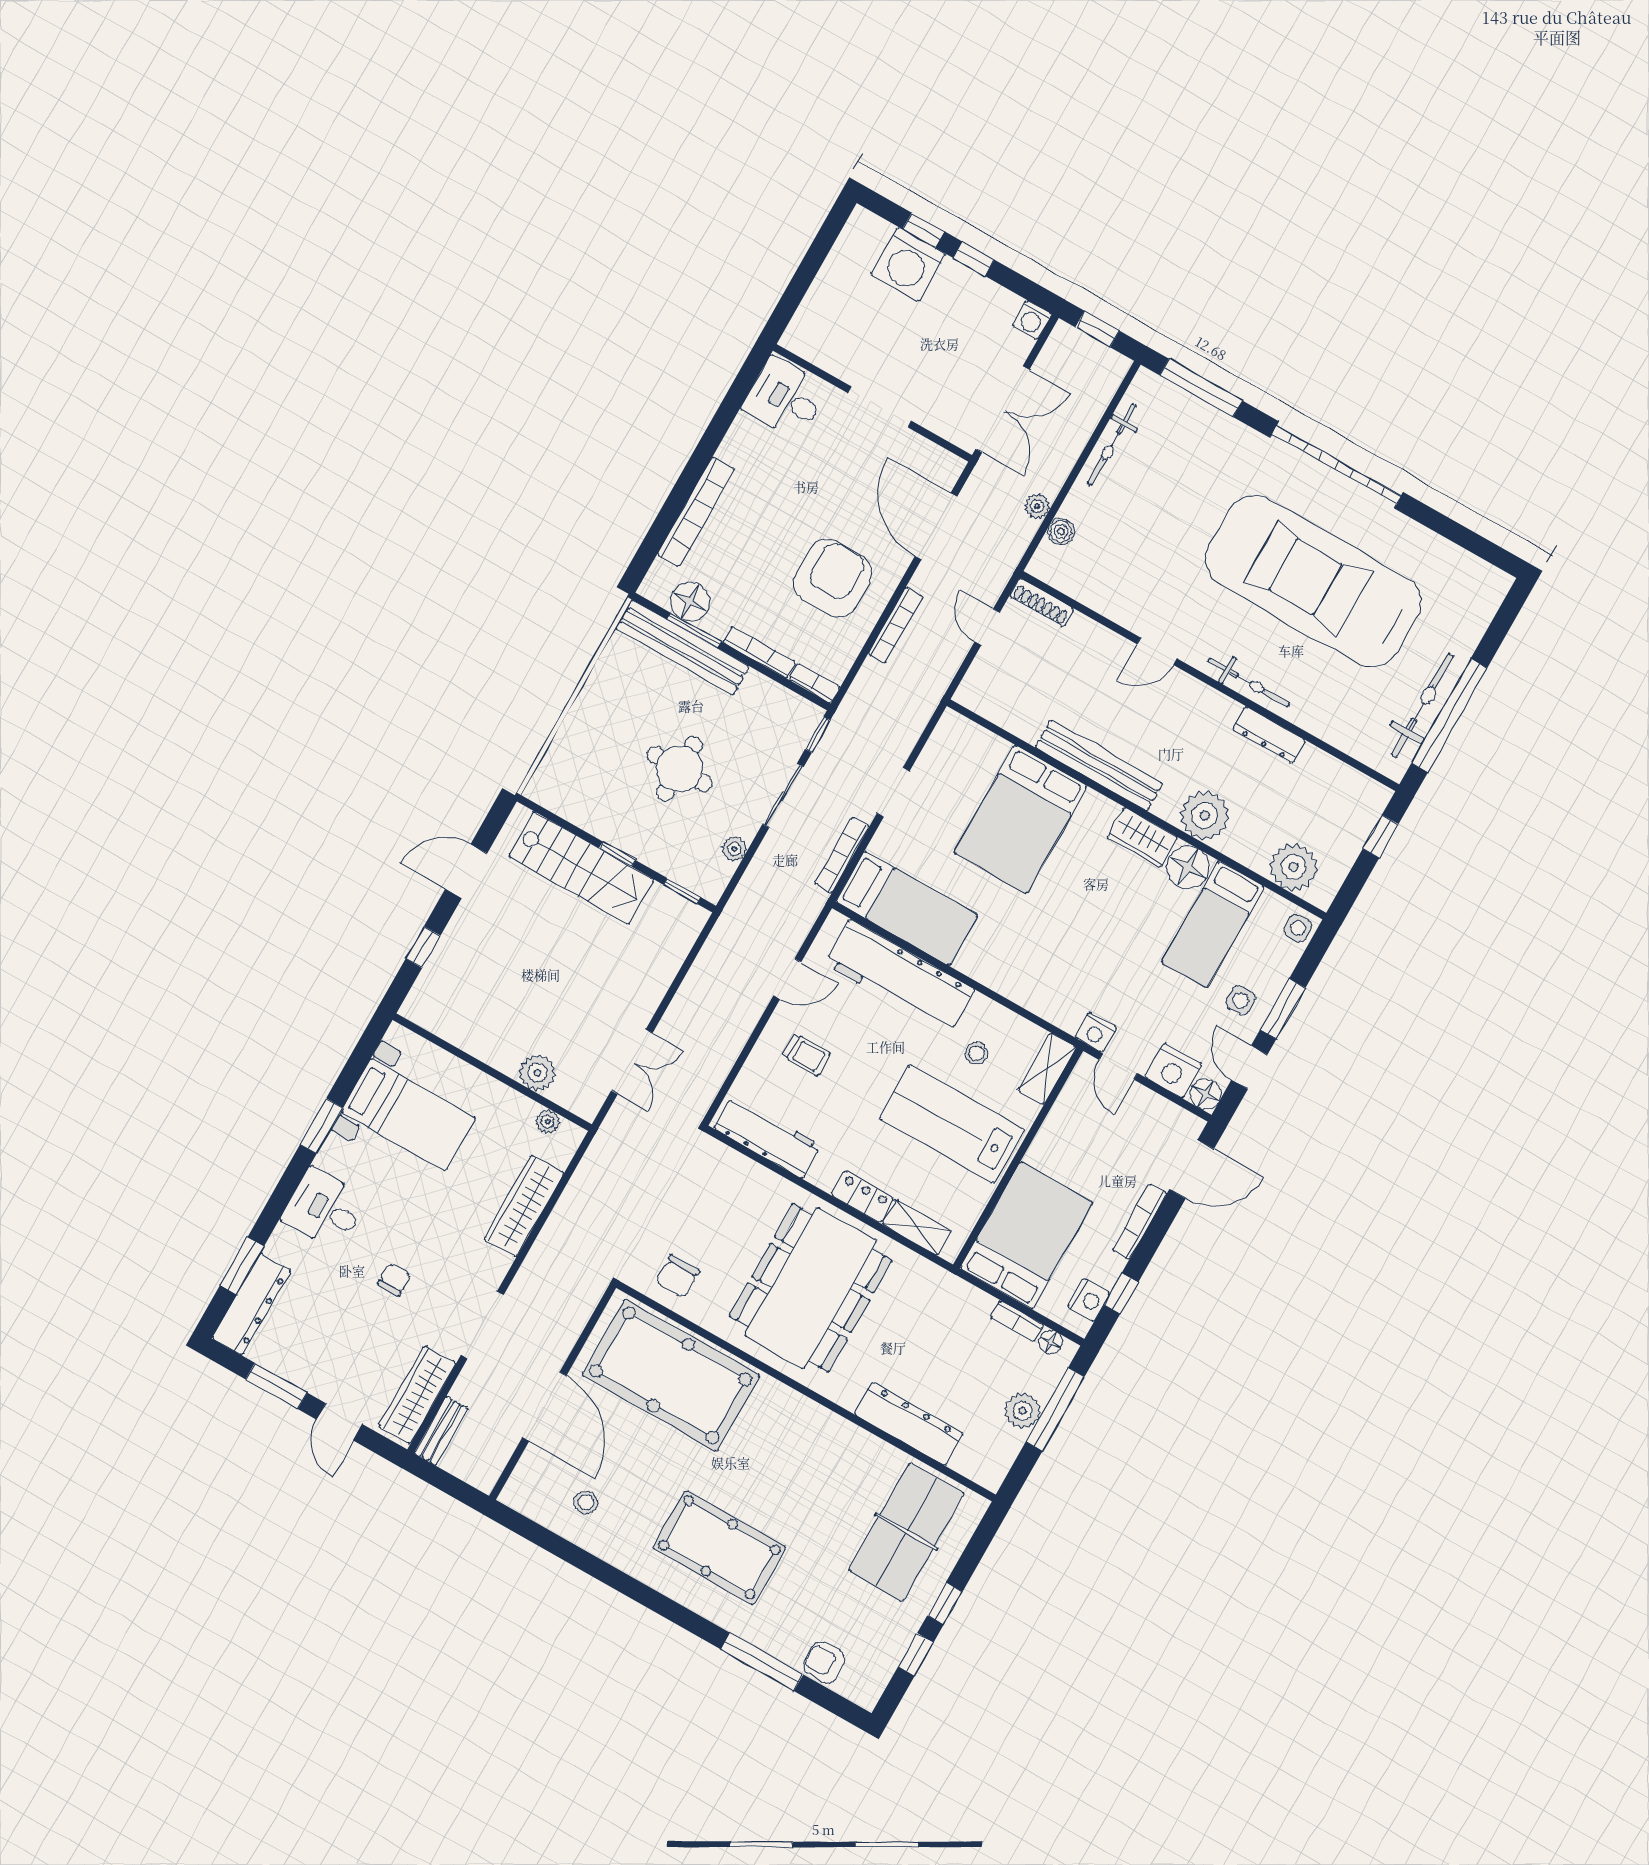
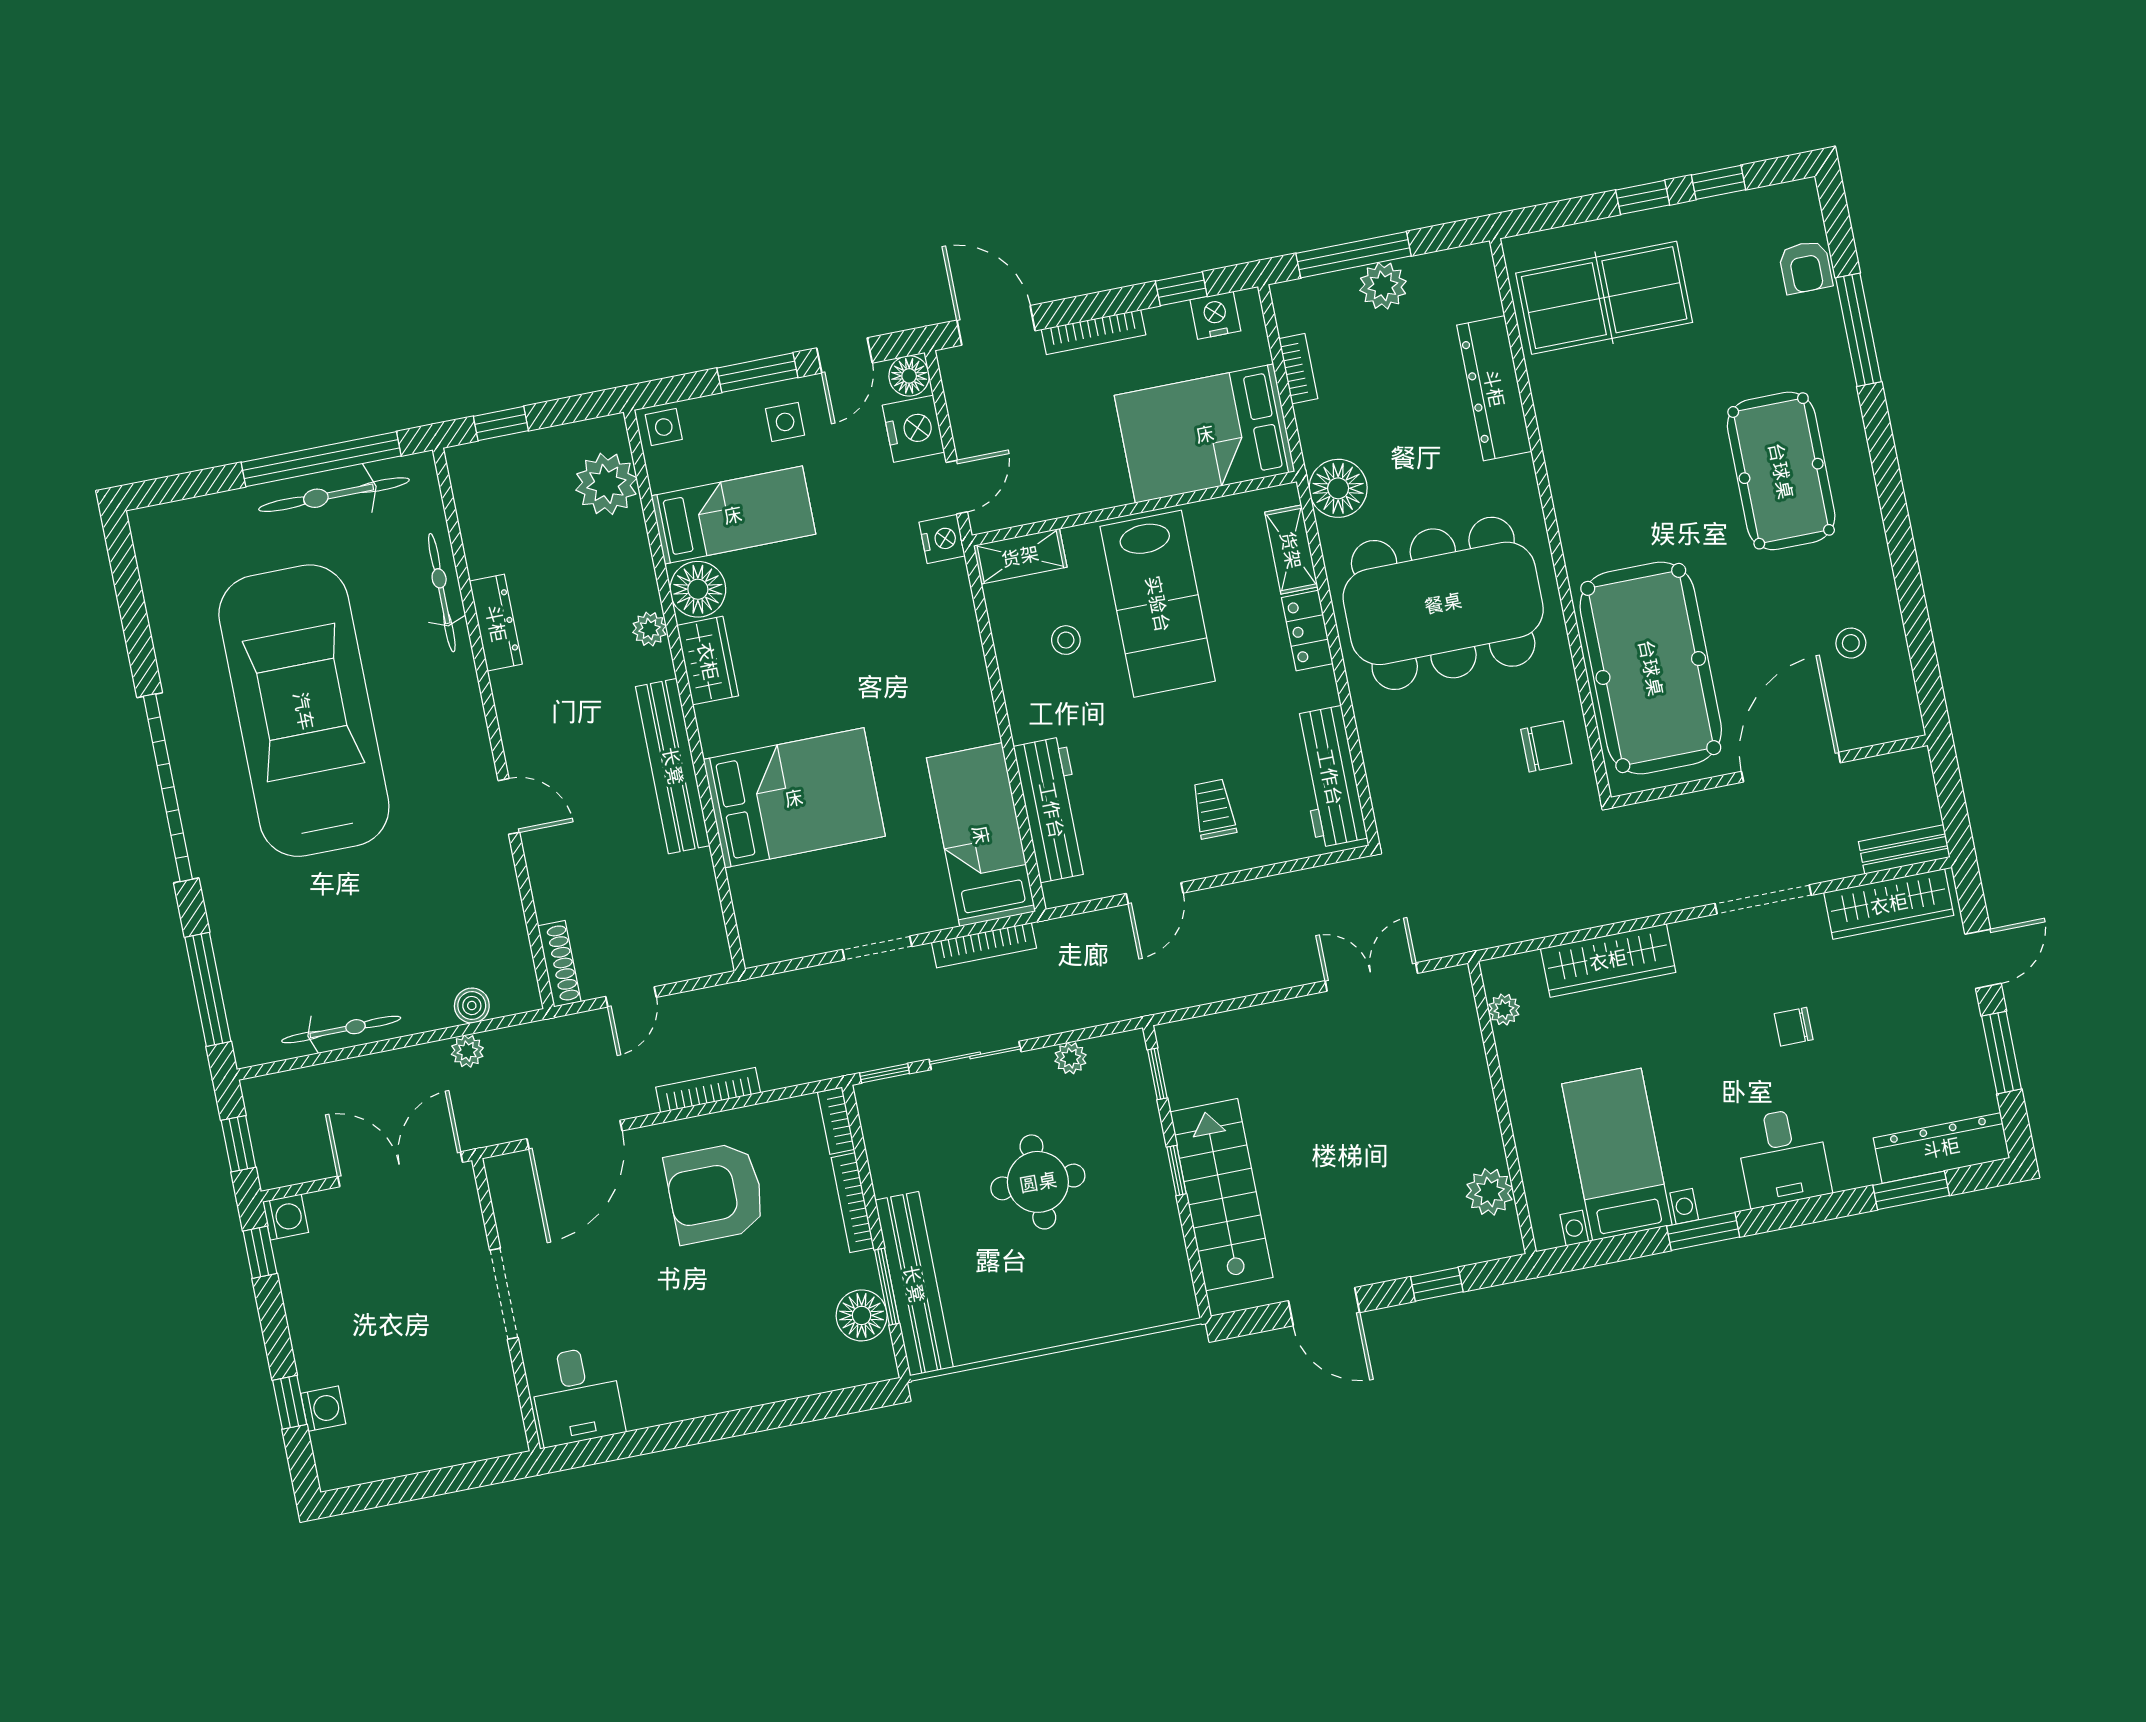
window: (974, 259) -> (260, 1252), moved
washing machine: (908, 264) -> (323, 1409), width x0.53, depth x0.53
bookcase: (696, 512) -> (767, 1387), removed
car: (1313, 581) -> (304, 711), turned 180
bicycle: (1249, 682) -> (442, 593), moved
plant: (1205, 816) -> (649, 629), width x0.53, depth x0.53
workbench: (899, 977) -> (1052, 810), width x0.73, depth x0.76
door: (787, 979) -> (1155, 893), swing flipped
plant: (537, 1073) -> (1489, 1192), moved
floor lamp: (1051, 1342) -> (1338, 488), moved, width x1.89, depth x1.89

